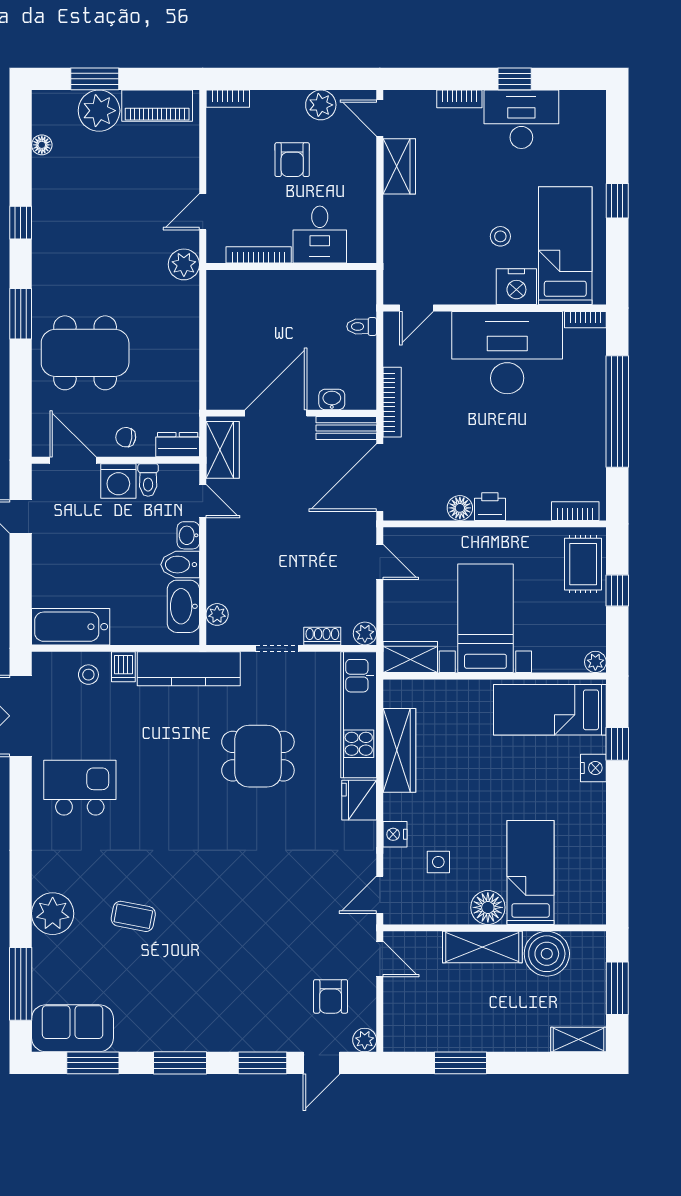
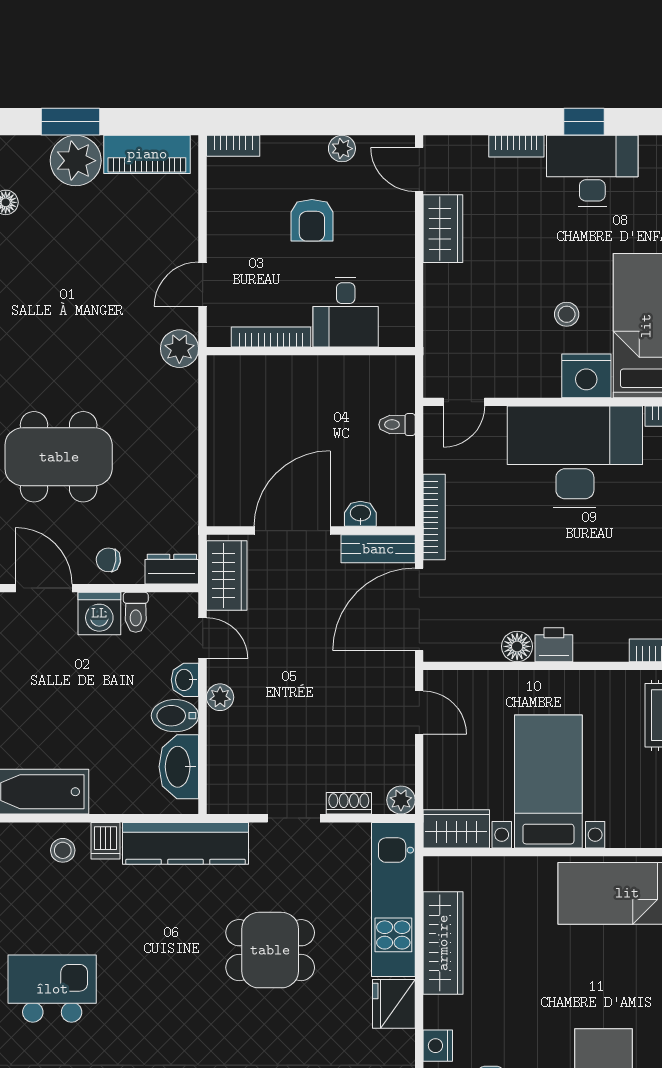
plant: (321, 105) -> (342, 149), width x0.73, depth x0.73
plant: (217, 614) -> (220, 697), moved

